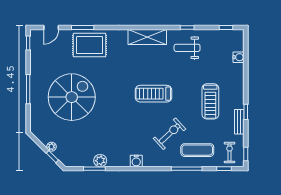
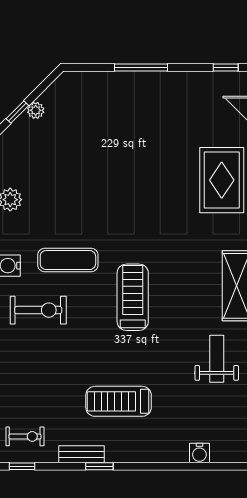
spiral stairs: (72, 97) -> (126, 147), removed
exercise bike: (170, 134) -> (38, 310), moved, turned -47
exercise mat: (197, 150) -> (68, 260), moved, turned 90

